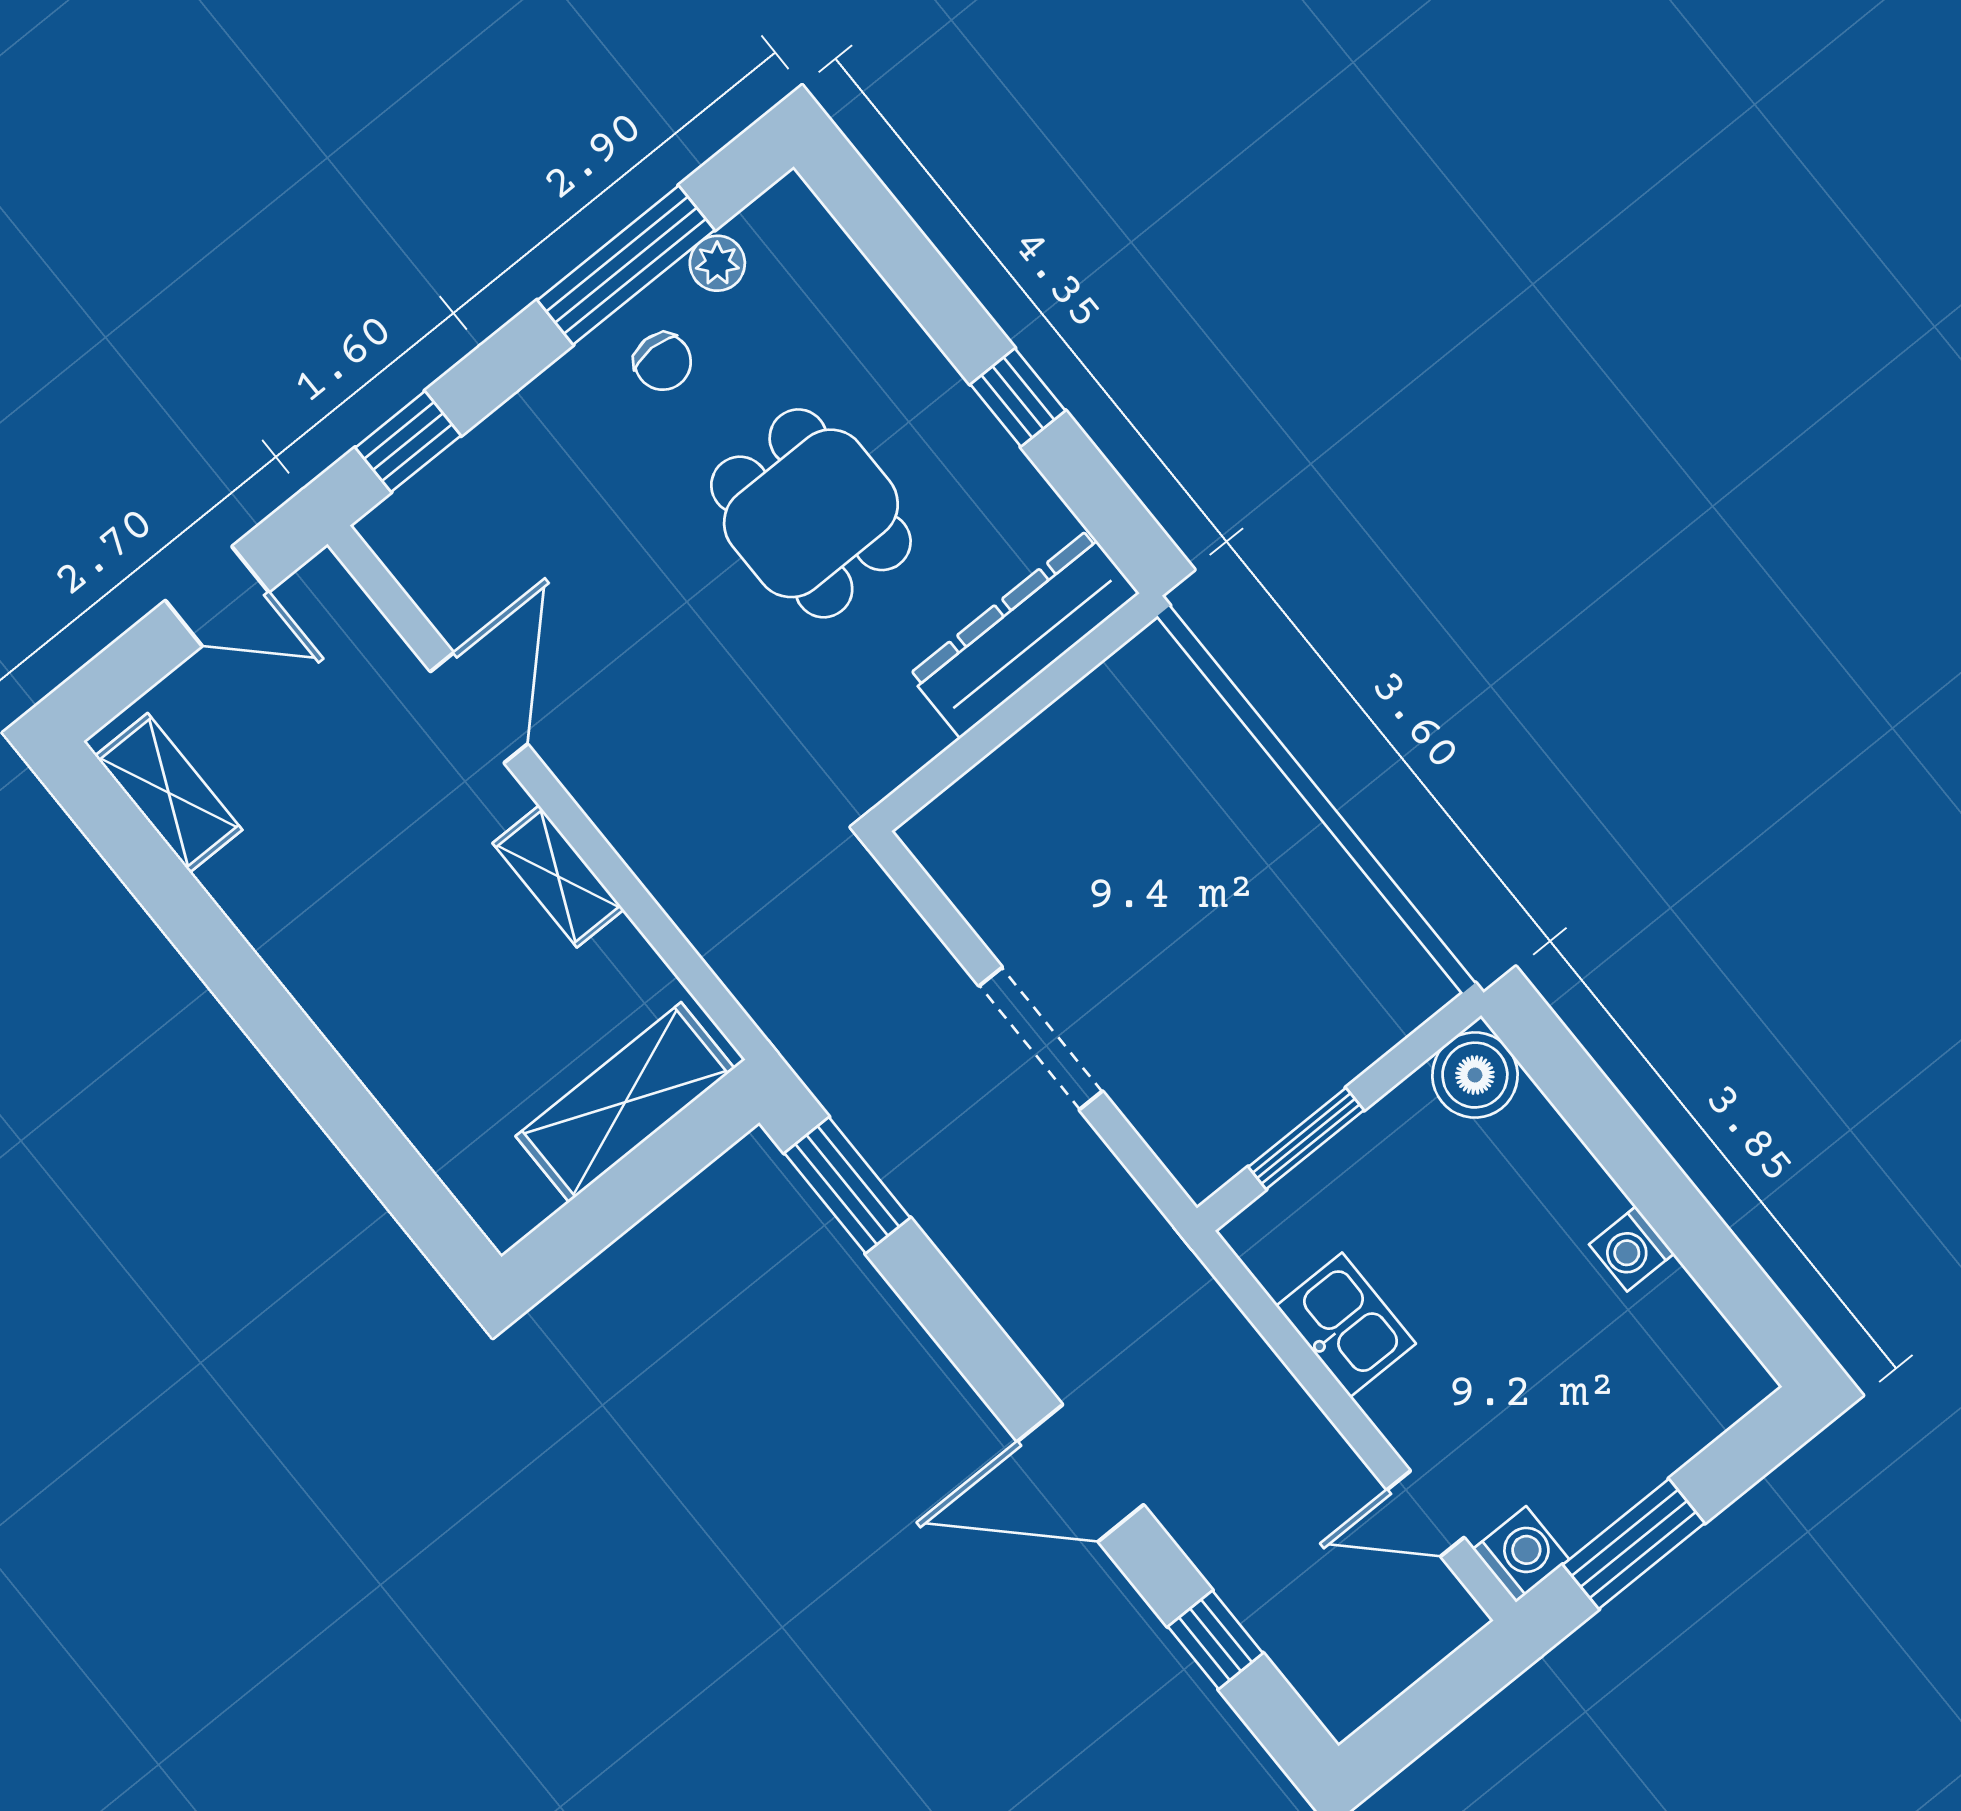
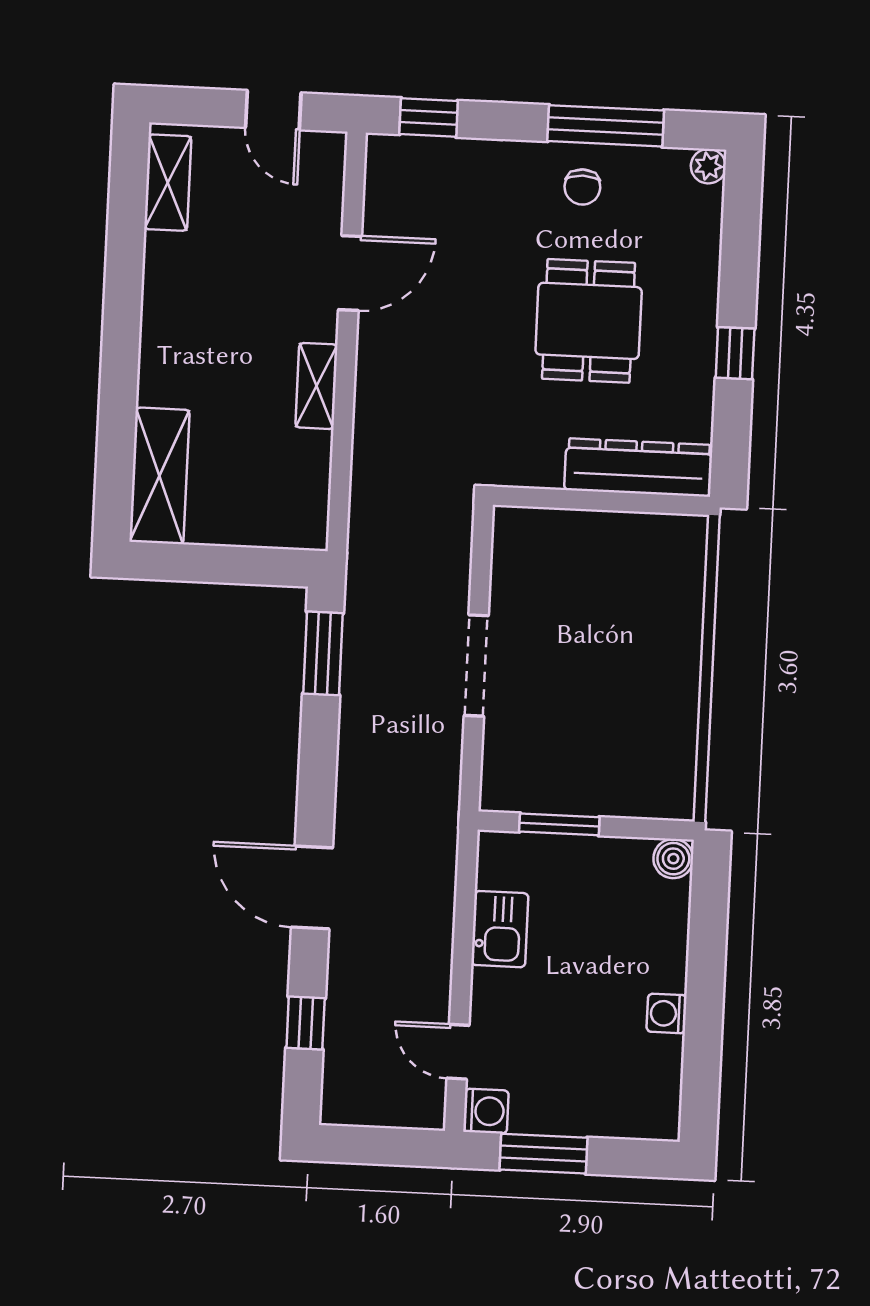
plant: (717, 263) -> (708, 166), moved
boiler: (1475, 1075) -> (673, 859), width x0.73, depth x0.73
shelving: (625, 1102) -> (159, 476), moved, turned 90

